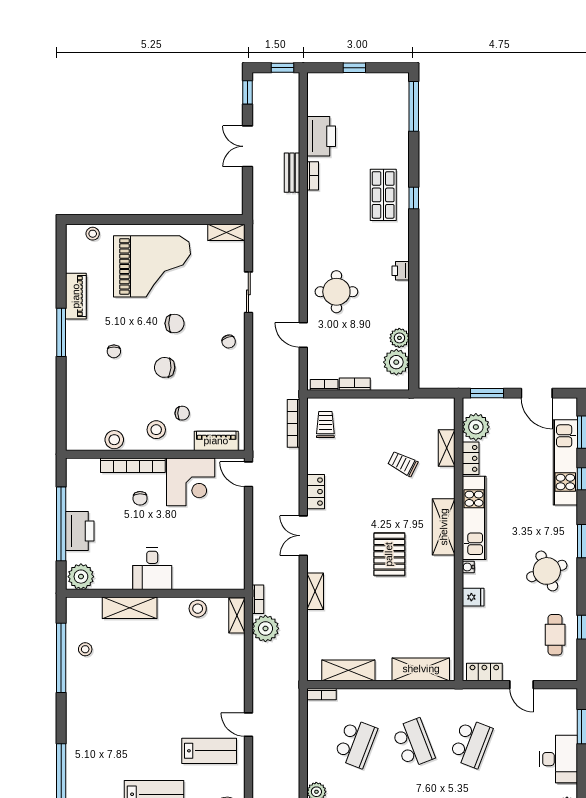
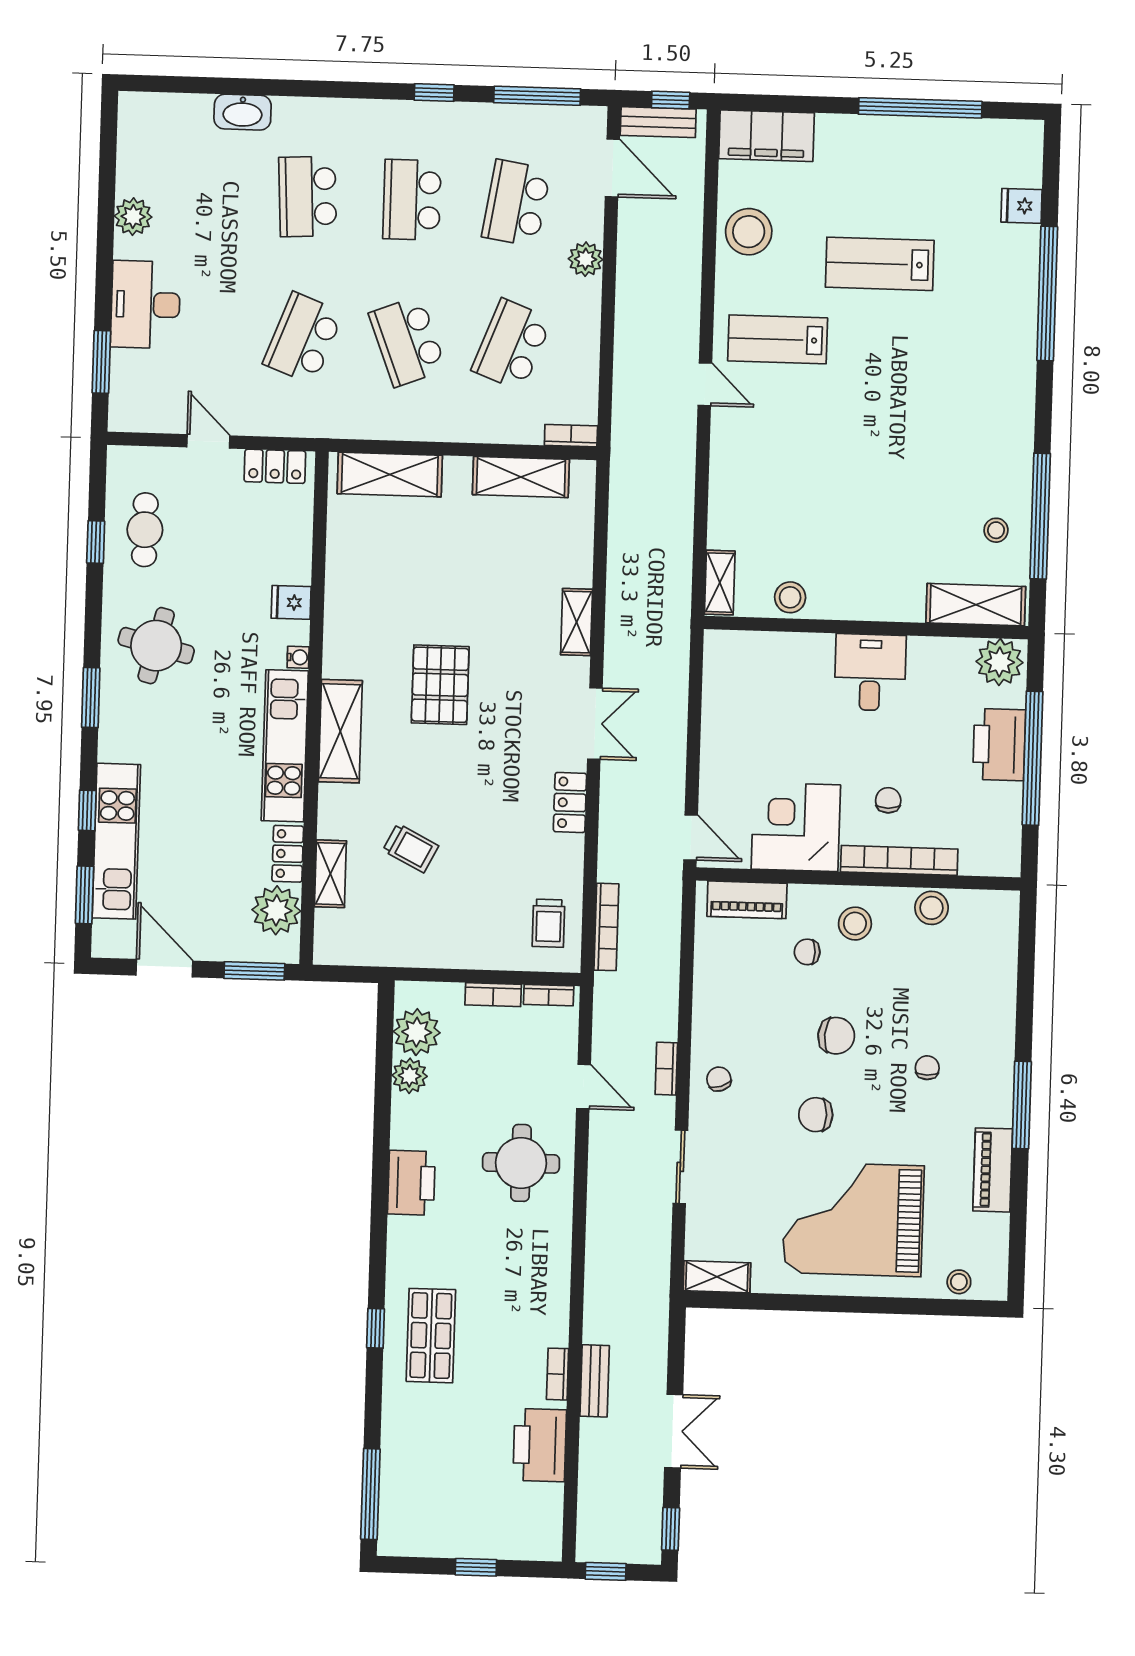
printer: (401, 271) -> (411, 1183), width x1.87, depth x1.48
round table: (547, 571) -> (156, 646), turned 35
bookcase: (258, 599) -> (666, 1069), moved
shelving: (130, 608) -> (976, 605), moved
plant: (265, 628) -> (669, 558), removed

